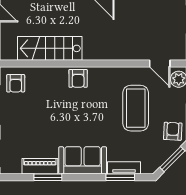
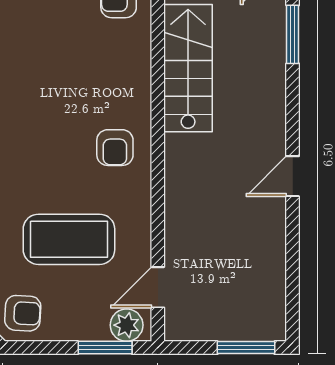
armchair: (78, 78) -> (115, 148), moved, turned -90

